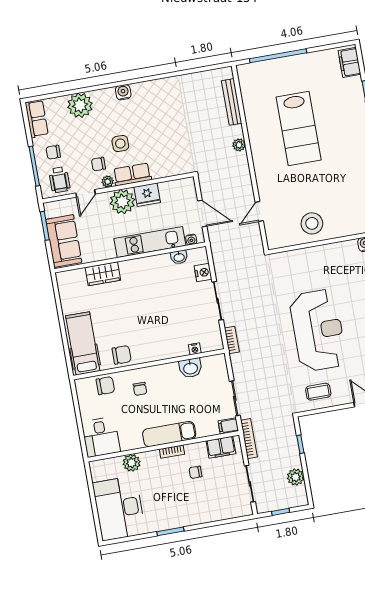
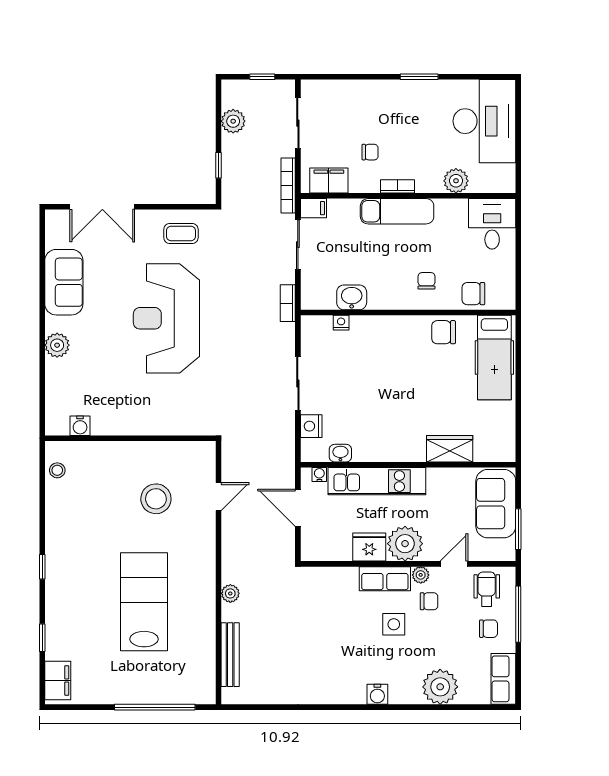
stool: (312, 223) -> (156, 499), moved
bookcase: (232, 340) -> (288, 303), moved

